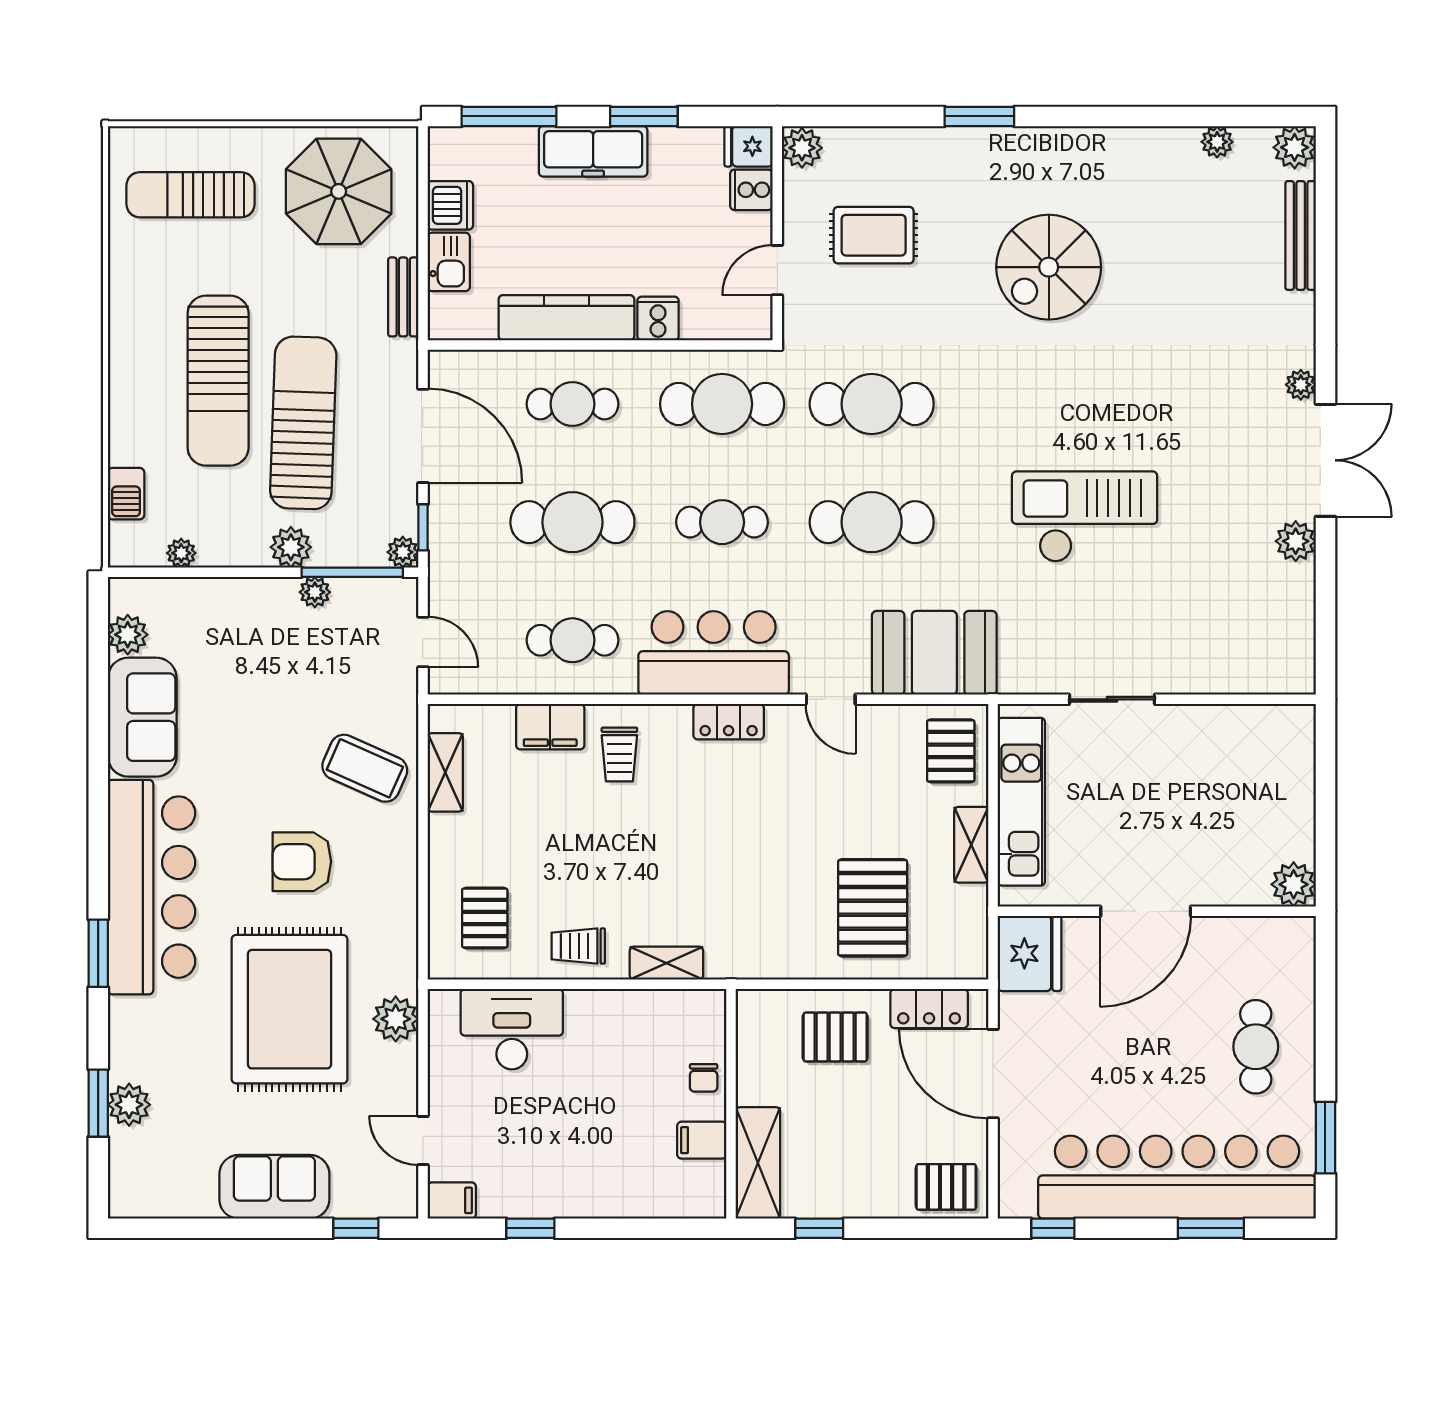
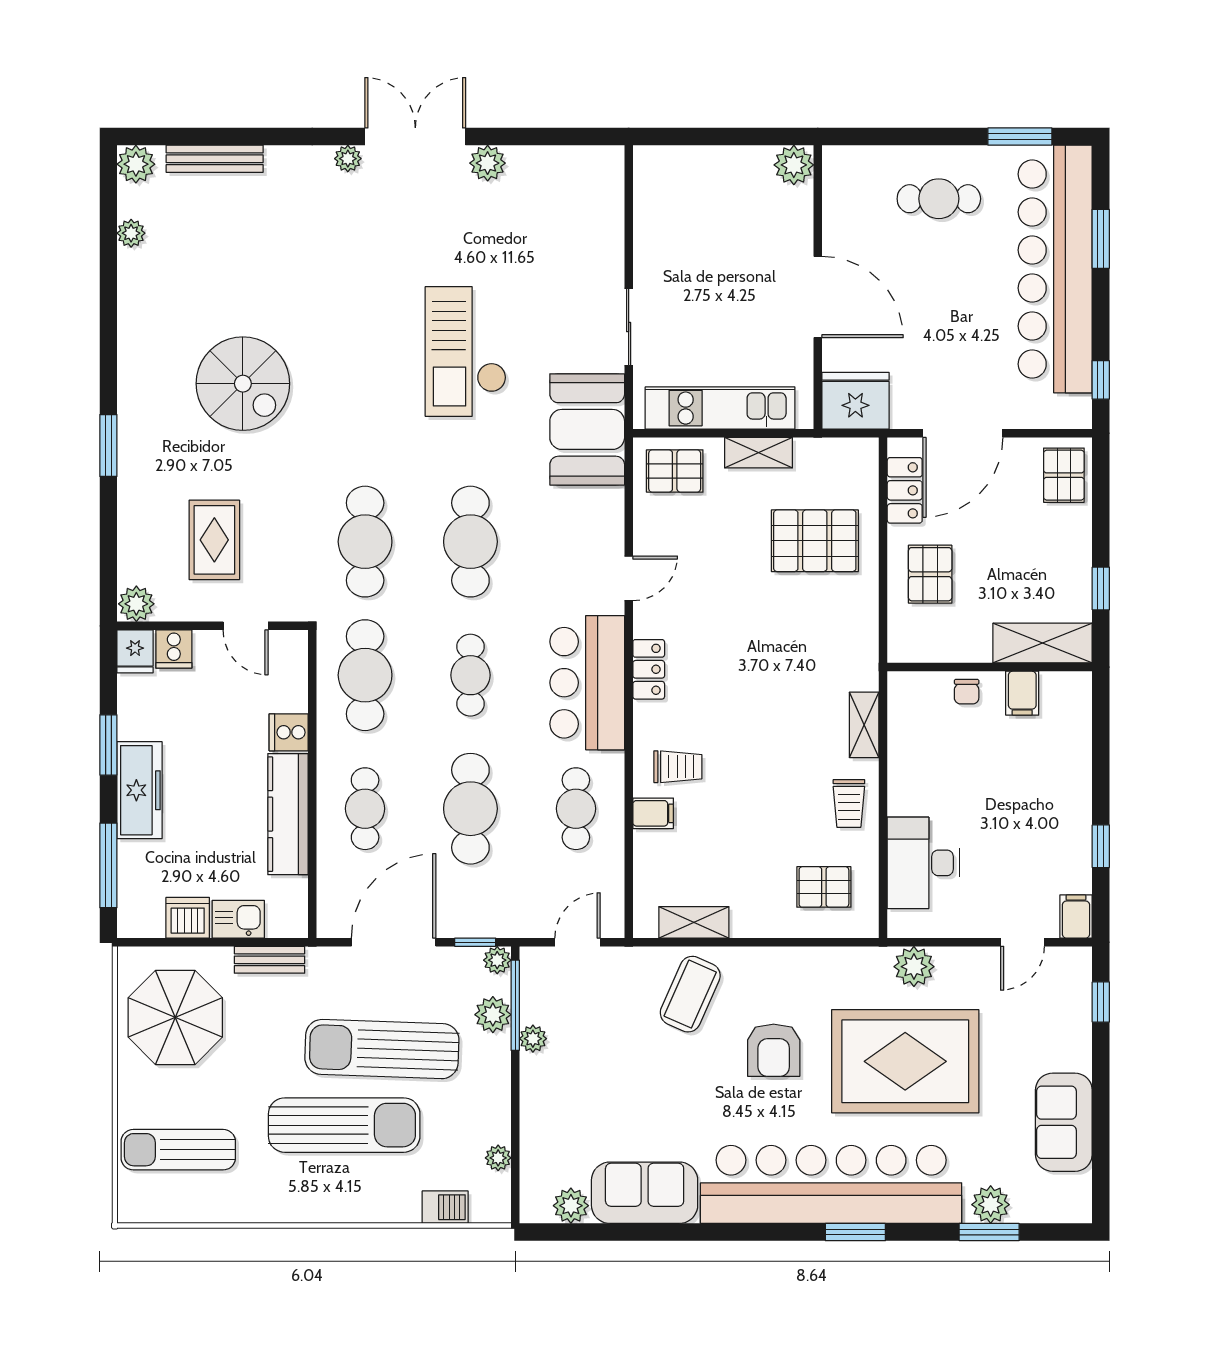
sun lounger: (190, 195) -> (178, 1150), turned 90
plant: (291, 547) -> (493, 1015), moved
booth: (934, 653) -> (587, 429), moved
filing cabinet: (550, 727) -> (653, 813), width x0.50
bar counter: (152, 887) -> (831, 1184), width x1.36
chair: (704, 1078) -> (967, 692), turned 90
sofa: (274, 1187) -> (1064, 1122), moved

